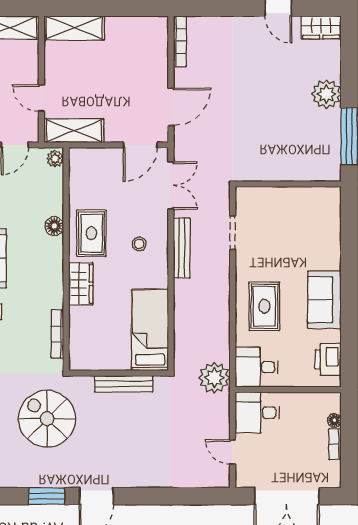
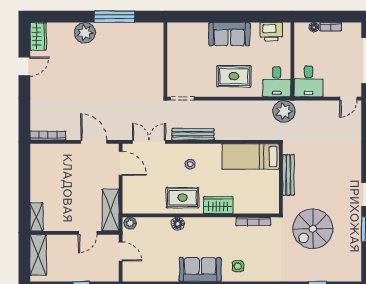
shelving: (74, 28) -> (36, 217), width x0.67, depth x0.75
wall: (288, 184) -> (165, 60), moved
door: (233, 452) -> (348, 99), moved

